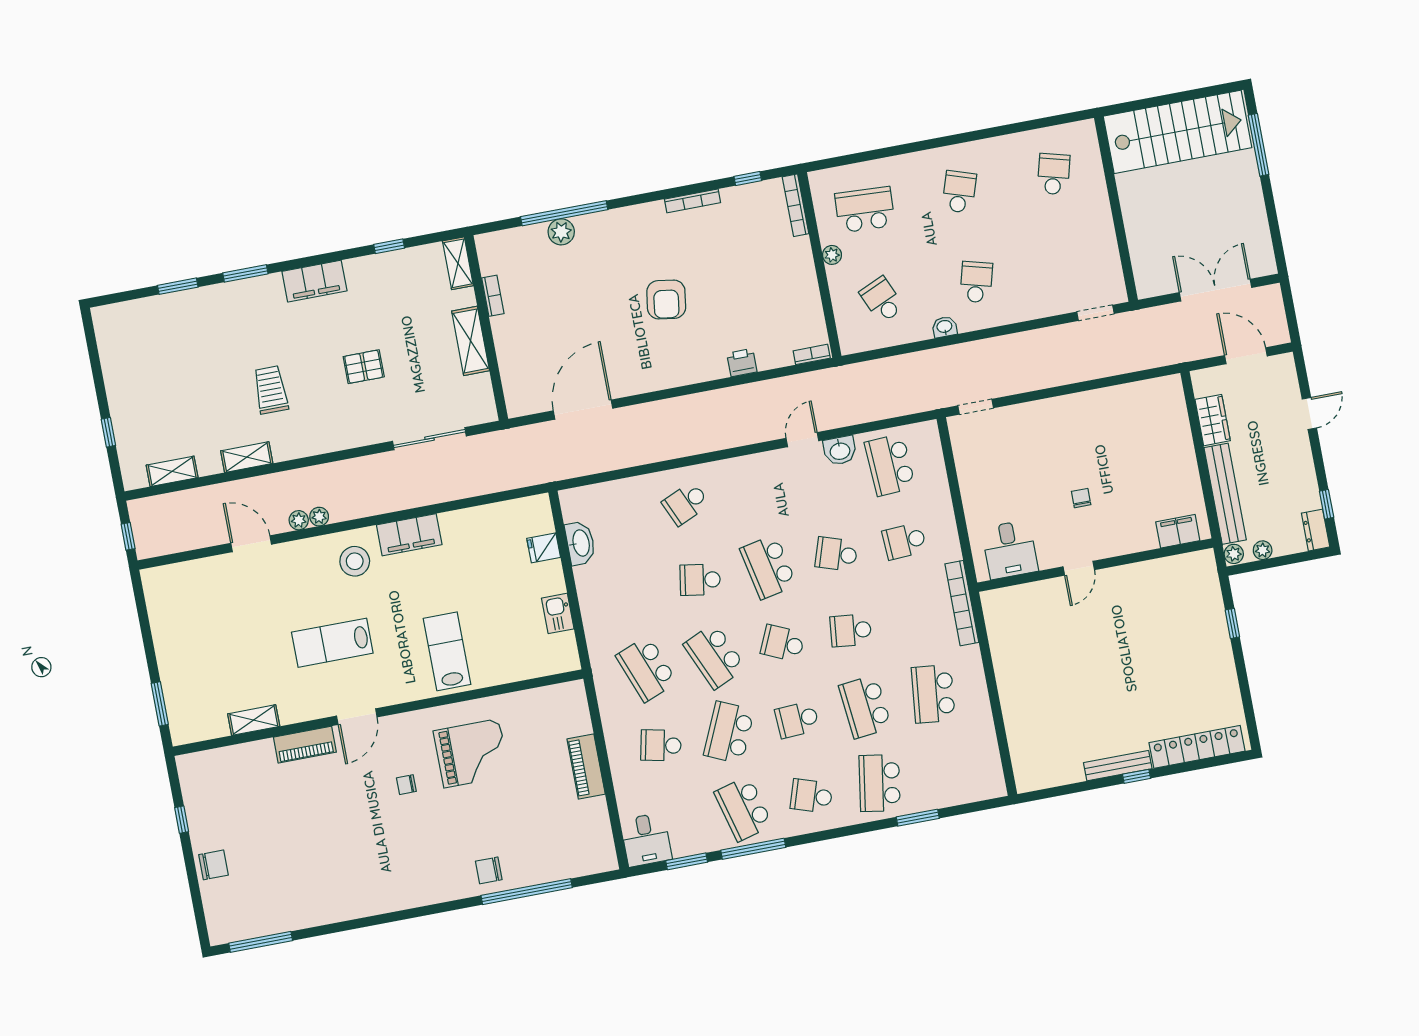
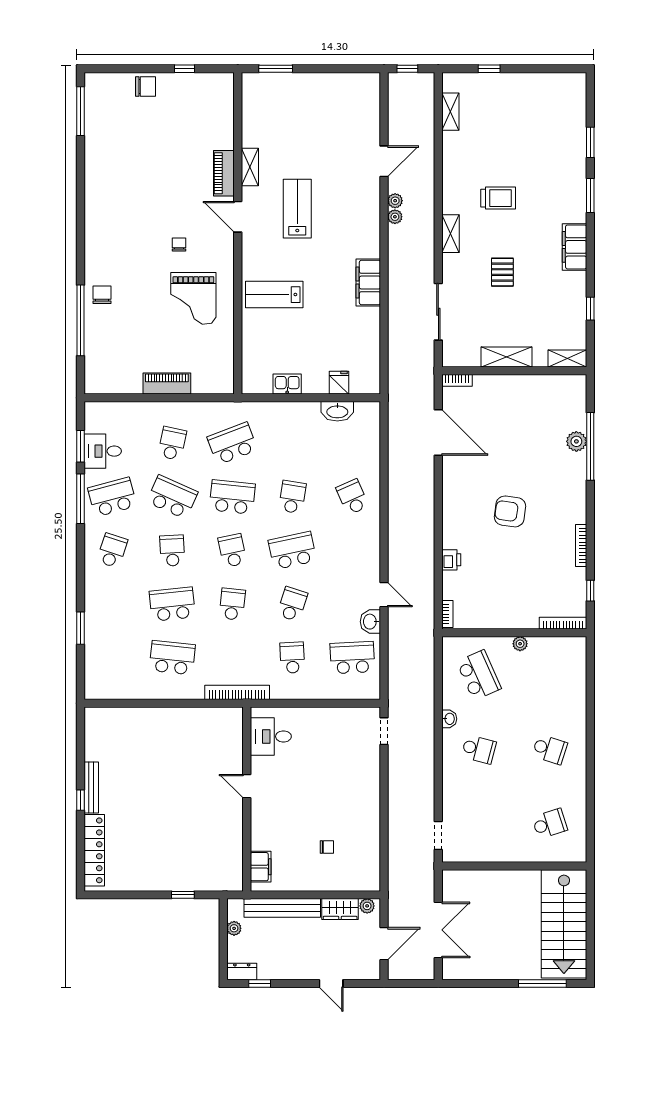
school desk: (1054, 174) -> (550, 824), turned -33
school desk: (865, 210) -> (550, 675), removed
bookcase: (493, 296) -> (457, 380), moved
school desk: (882, 300) -> (479, 675), width x1.85
shelving: (247, 457) -> (450, 234), moved
chair: (1081, 498) -> (327, 847), moved
plant: (1234, 554) -> (367, 906), moved
stool: (355, 561) -> (356, 237), removed
school desk: (783, 643) -> (232, 551), turned -36
lab bench: (447, 651) -> (274, 295), turned 180
school desk: (715, 656) -> (232, 497), turned 30
shelving: (254, 720) -> (250, 167), moved
school desk: (880, 783) -> (112, 604), removed
desk: (646, 840) -> (103, 451), moved
chair: (214, 865) -> (146, 87), turned -90

